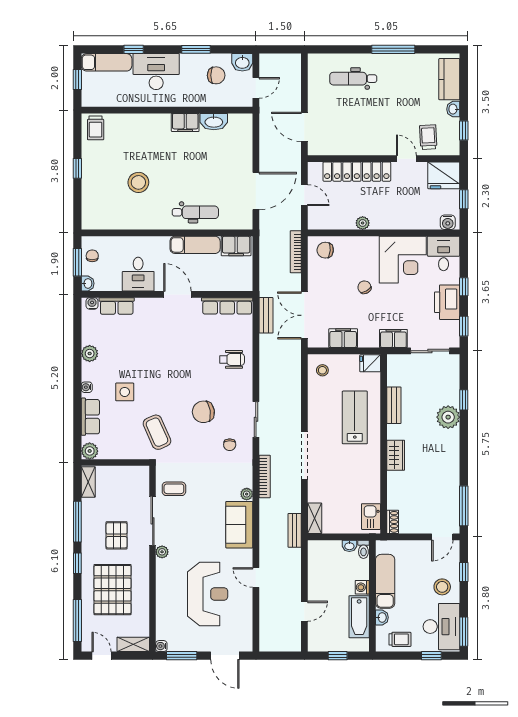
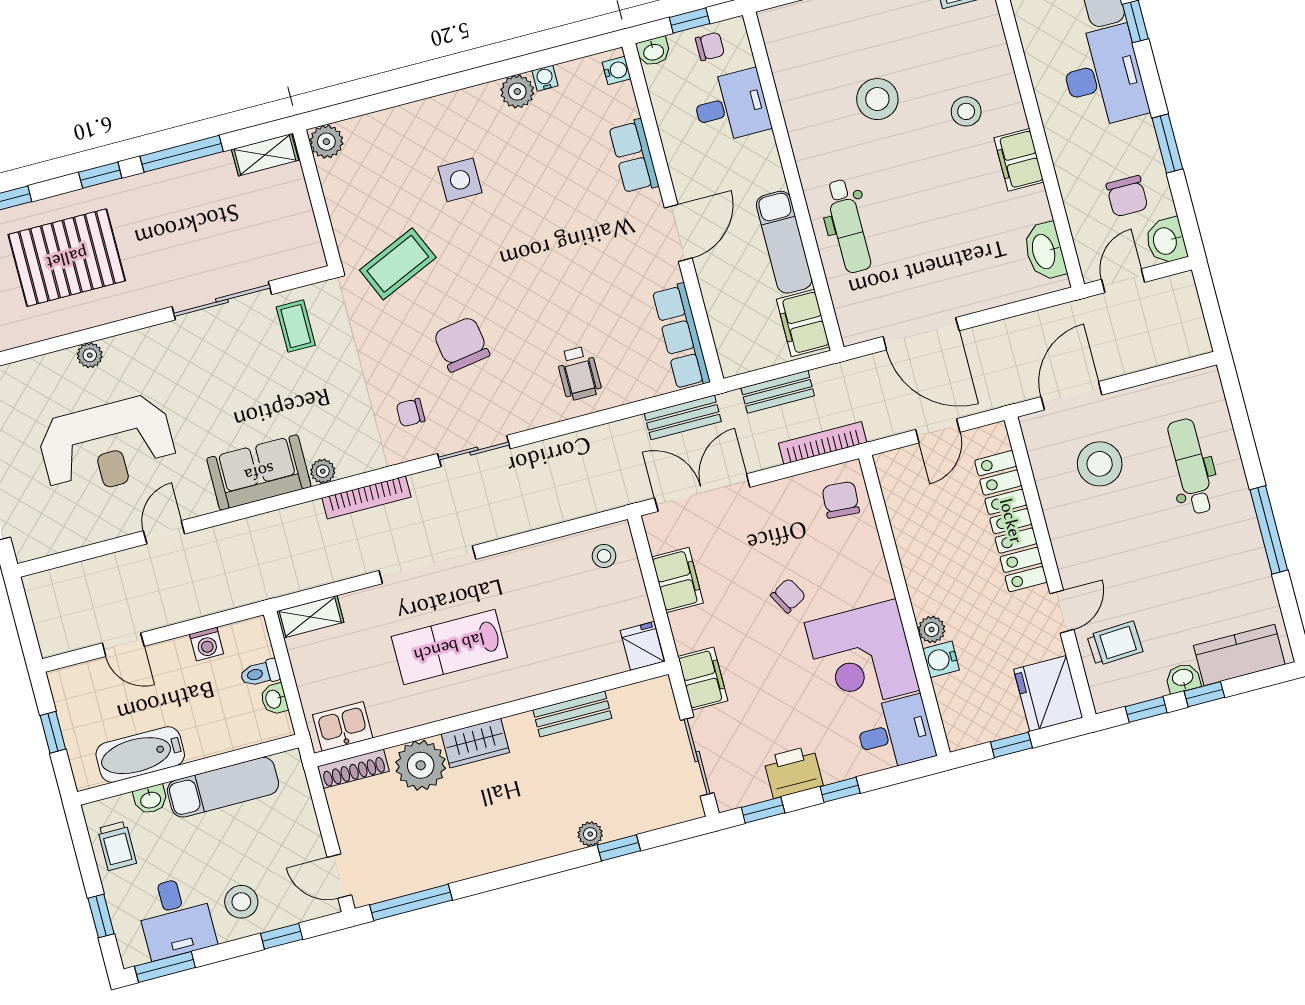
door: (256, 88) -> (1123, 281), swing flipped
window: (464, 101) -> (1204, 694), added
washbasin: (214, 122) -> (1045, 251), moved
stool: (341, 122) -> (1100, 464), added
stool: (155, 142) -> (966, 111), added
water cooler: (448, 222) -> (941, 659), moved
plant: (363, 223) -> (932, 629), moved
window: (77, 262) -> (690, 21), width x0.67
desk: (138, 274) -> (731, 106), moved, turned 180
printer: (447, 302) -> (793, 772), width x0.73, depth x0.84
row of seats: (117, 306) -> (634, 156), moved
water cooler: (87, 387) -> (545, 78), moved
row of seats: (90, 417) -> (394, 125), removed
lab bench: (355, 417) -> (449, 647), moved, turned 180
plant: (448, 417) -> (590, 834), width x0.53, depth x0.53
plant: (399, 484) -> (421, 765), added
shoe rack: (393, 522) -> (353, 769), width x1.43
bench: (295, 530) -> (778, 392), moved
pallet: (117, 535) -> (175, 238), removed
toilet: (363, 549) -> (260, 673), moved
plant: (162, 552) -> (90, 355), moved
washing machine: (362, 587) -> (207, 644), moved, turned 180
desk: (441, 627) -> (176, 918), width x0.73

